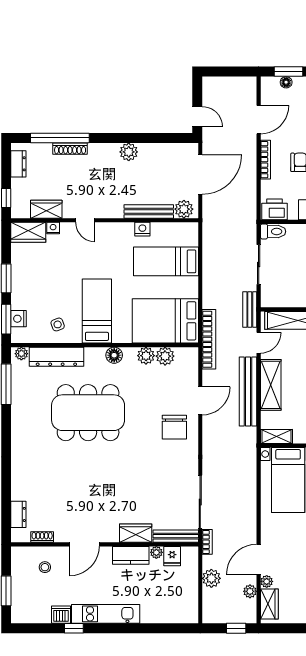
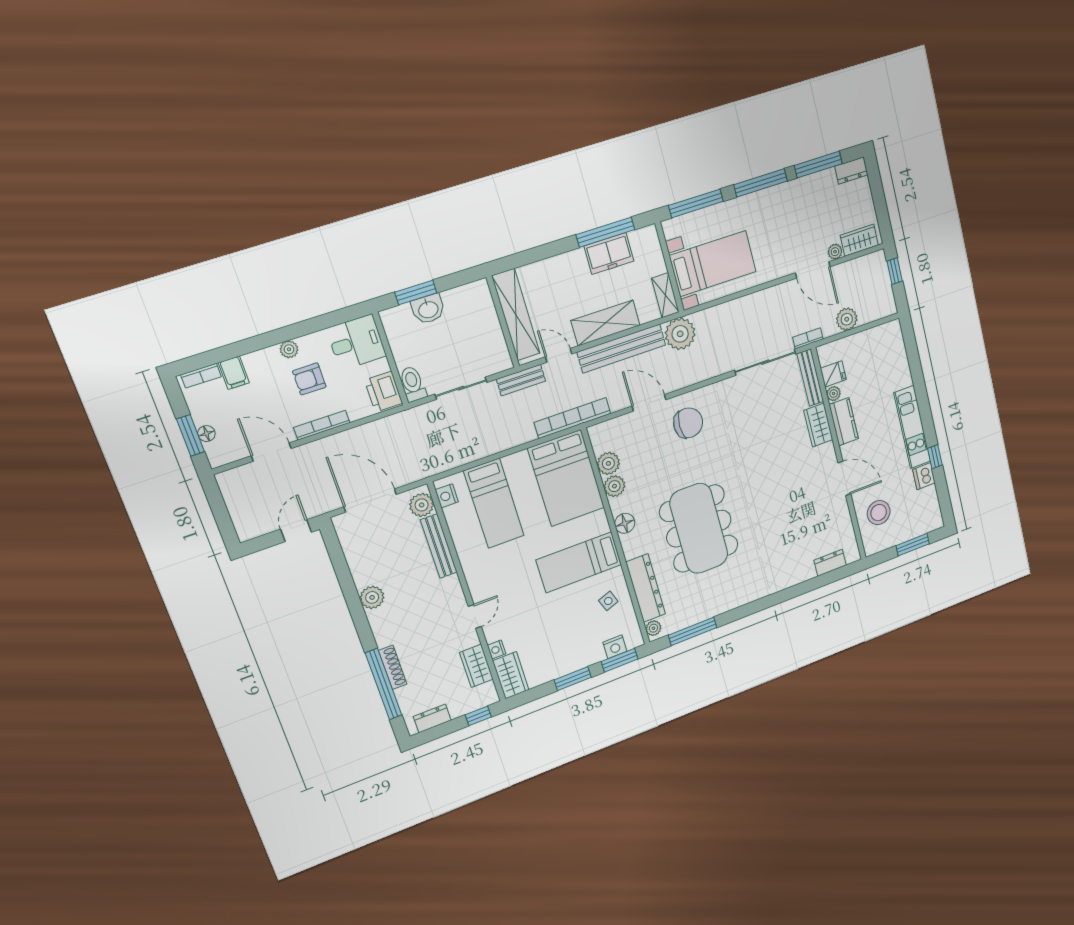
nightstand: (142, 229) -> (447, 496), moved
shoe rack: (42, 537) -> (848, 528), removed
stool: (45, 567) -> (879, 513), width x1.89, depth x1.89
plant: (250, 591) -> (680, 334), moved, width x1.88, depth x1.88

